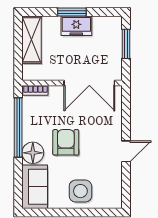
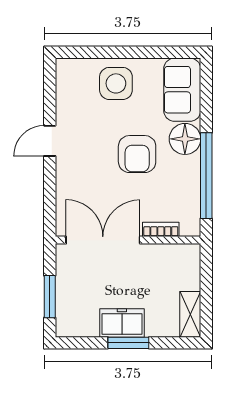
shelving: (31, 40) -> (190, 314), width x0.67, depth x0.75
bookcase: (35, 90) -> (161, 229), moved

